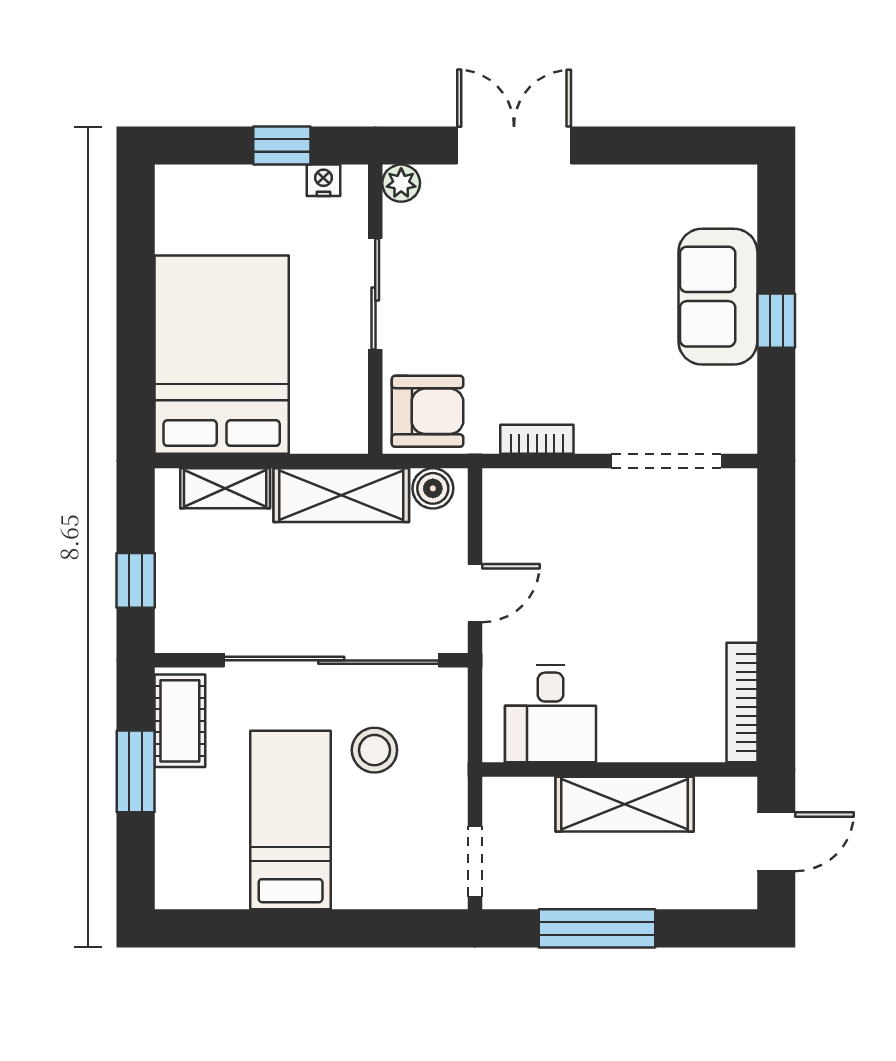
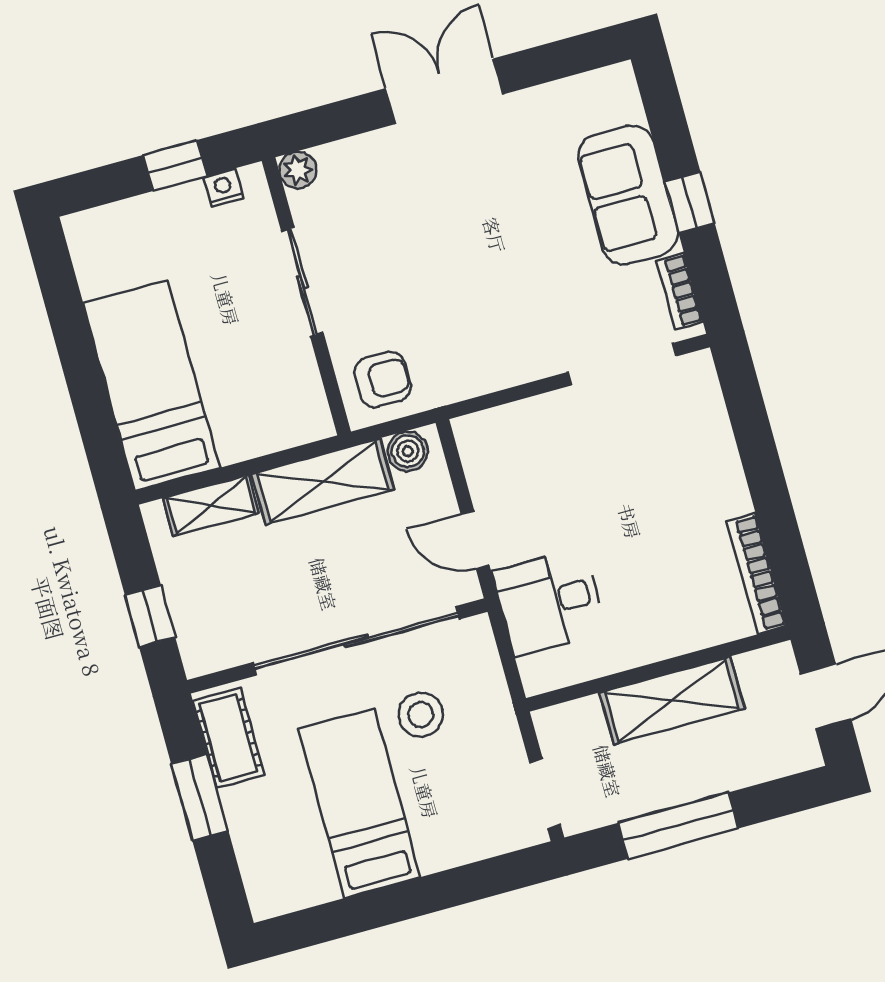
double door: (514, 145) -> (444, 91), moved
bed: (222, 355) -> (151, 385), width x0.67
armchair: (428, 411) -> (382, 379), width x0.72, depth x0.72
bookcase: (537, 439) -> (680, 291), moved, turned -90
door: (475, 593) -> (475, 540), swing flipped
desk: (550, 713) -> (549, 602), moved, turned 90

